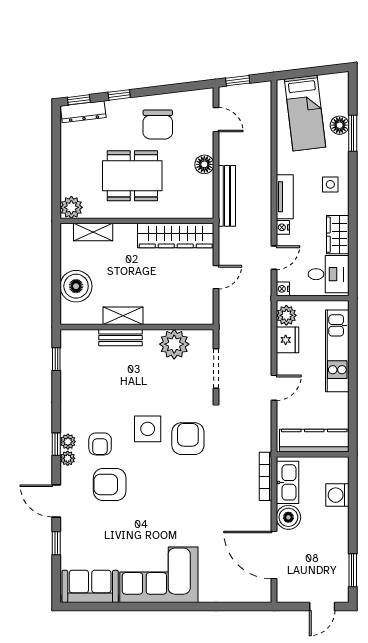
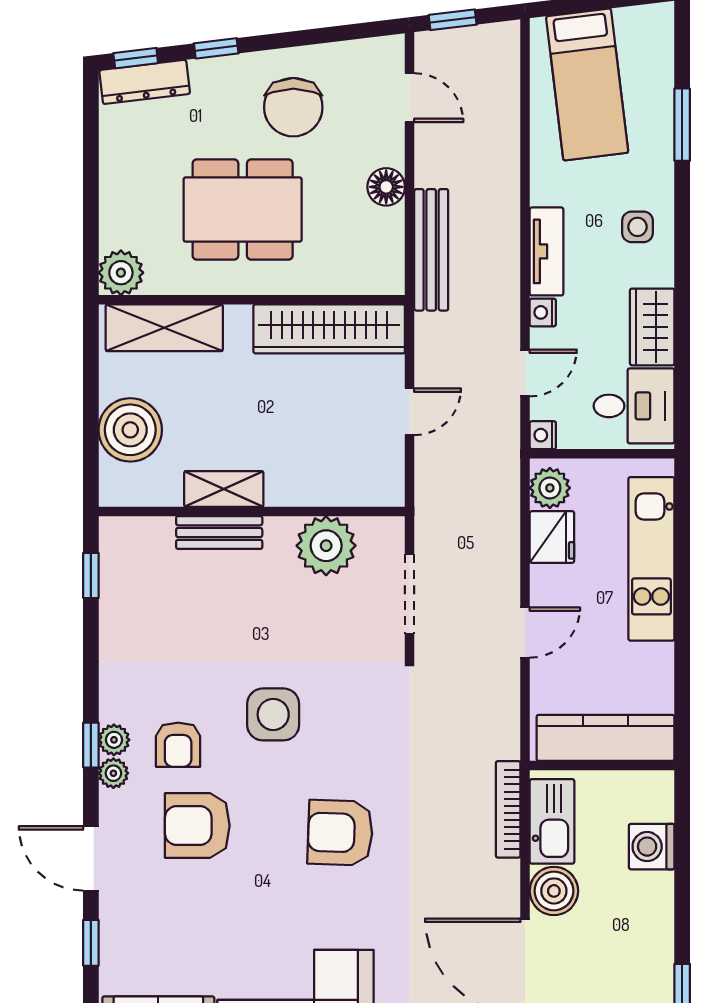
floor lamp: (340, 125) -> (656, 109), removed
shelving: (93, 232) -> (164, 328), width x1.50, depth x1.33
armchair: (188, 439) -> (340, 833), moved, turned -88

